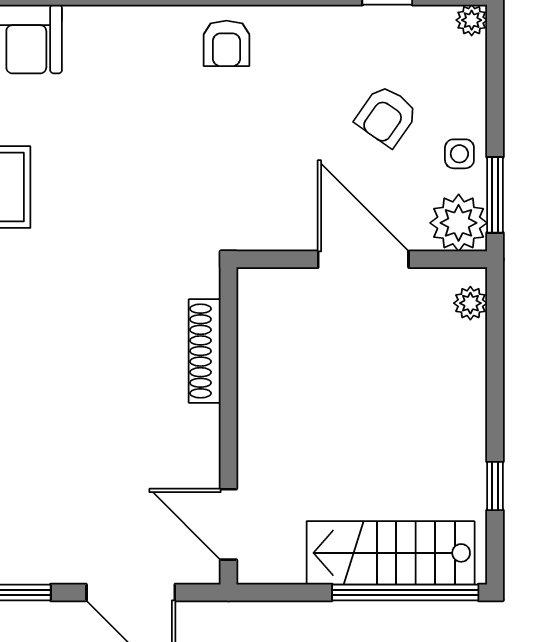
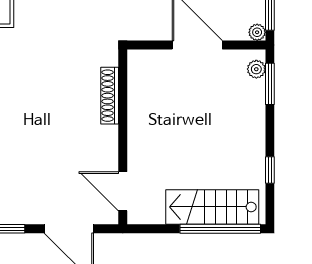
plant: (459, 223) -> (257, 32), width x0.53, depth x0.53
window: (495, 330) -> (270, 84), added

